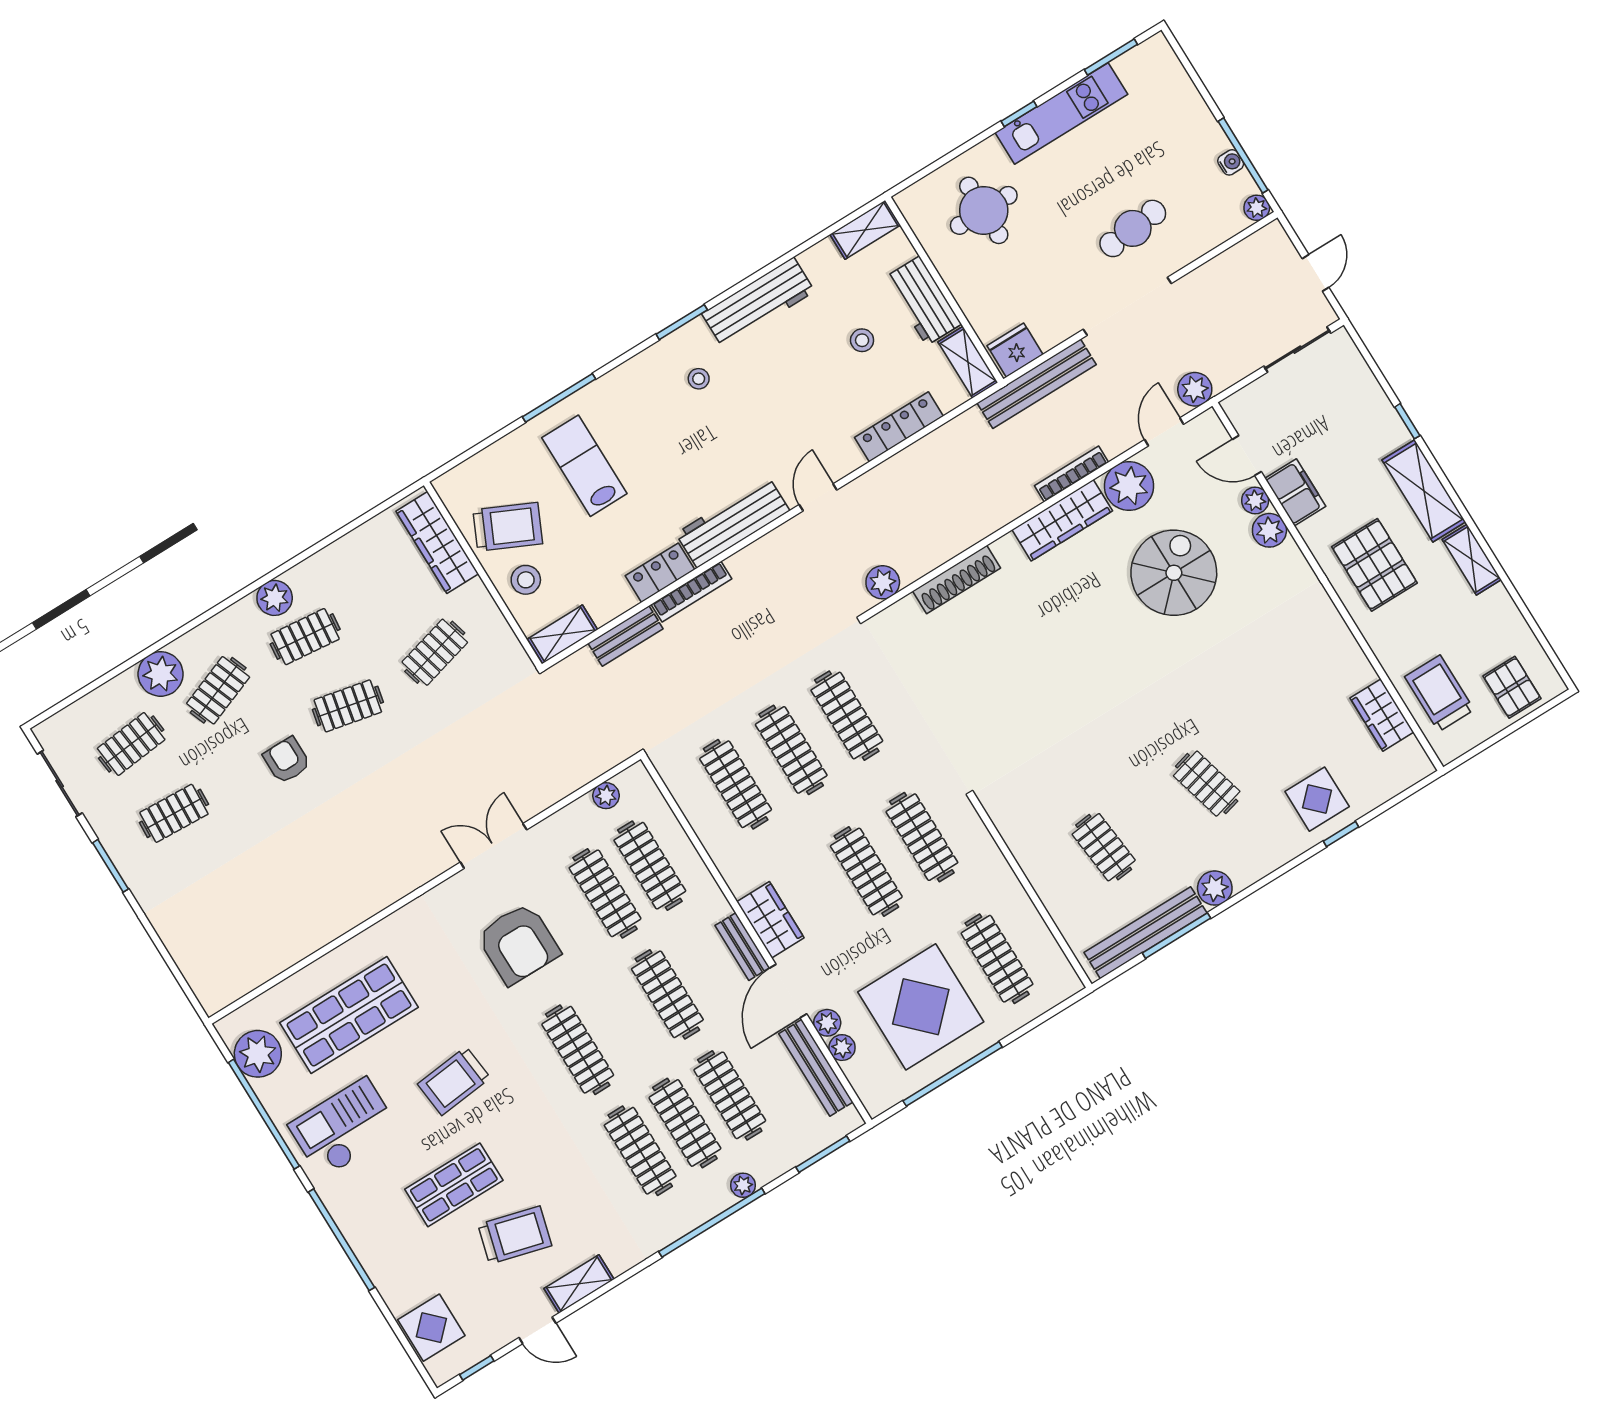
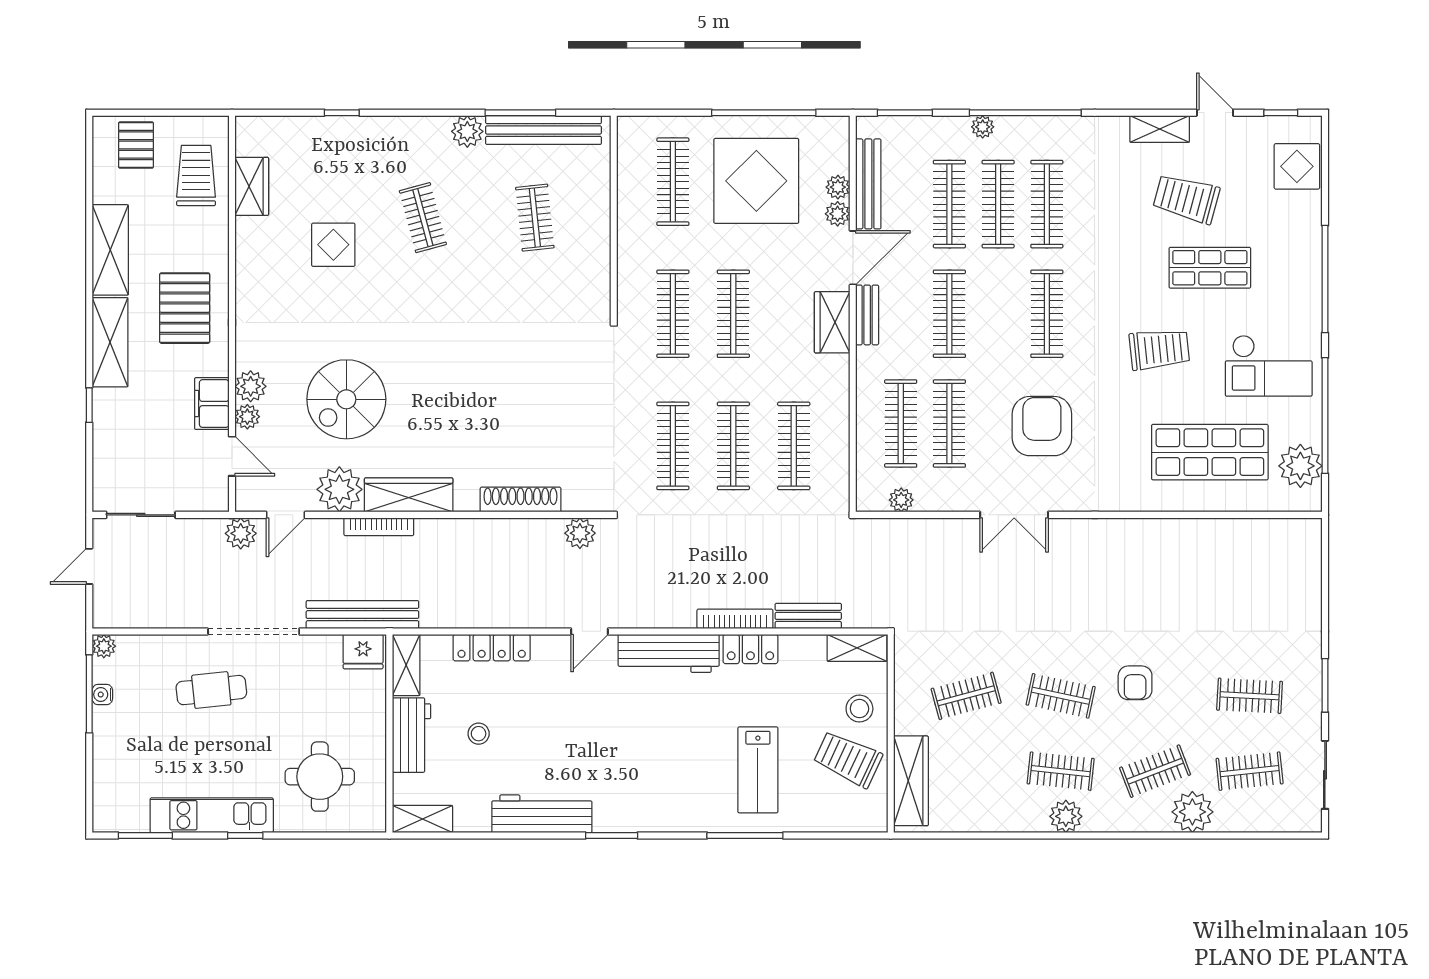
stool: (699, 379) -> (626, 783), removed
shelving: (1472, 560) -> (110, 250), width x1.50, depth x1.33
trolley: (1439, 693) -> (196, 176), turned 180
display table: (1317, 799) -> (333, 245), moved

